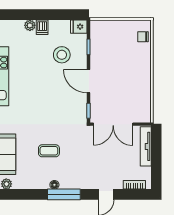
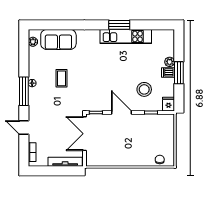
window: (42, 15) -> (179, 73), added
door: (89, 81) -> (121, 112), hinge flipped

